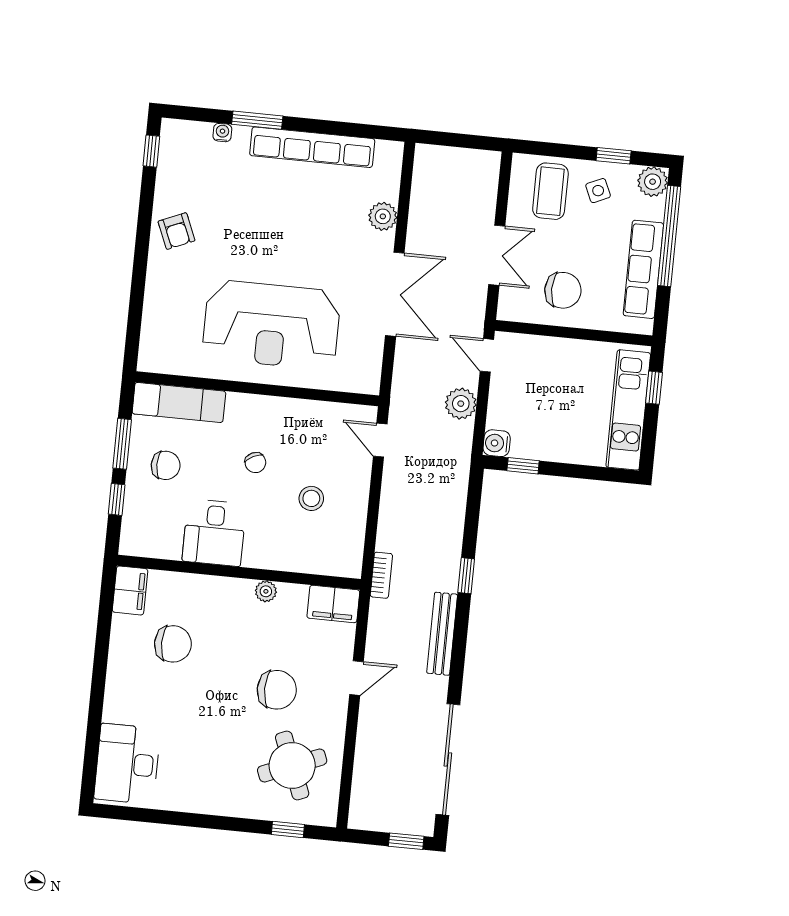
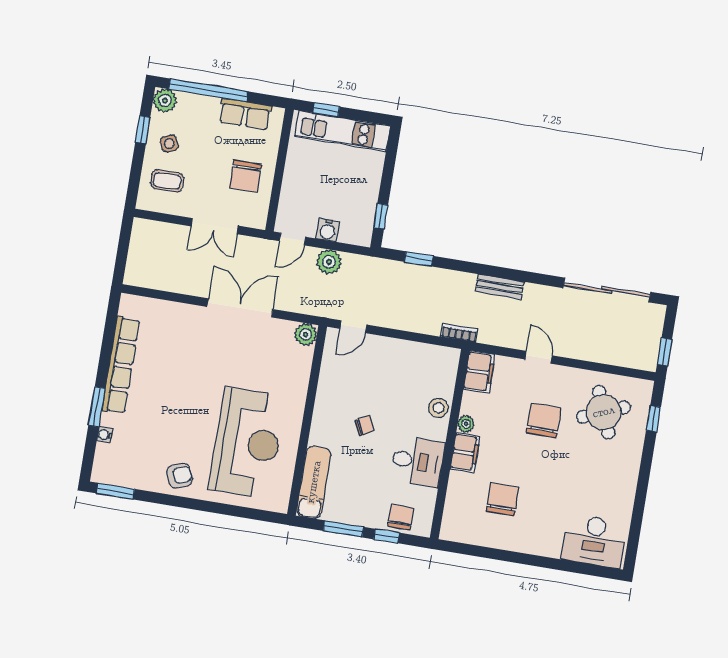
window: (151, 151) -> (116, 491), width x1.50
coffee table: (550, 191) -> (167, 181), width x0.73, depth x0.77
plant: (383, 216) -> (306, 334), moved
double door: (497, 255) -> (215, 226), swing flipped
row of seats: (643, 269) -> (245, 114), width x0.68
chair: (563, 290) -> (245, 176), turned 180
reception desk: (271, 325) -> (247, 443), moved
water cooler: (497, 443) -> (328, 230), moved
chair: (166, 465) -> (401, 517), moved
stool: (311, 498) -> (438, 408), moved
window: (466, 576) -> (419, 259), moved
filing cabinet: (130, 590) -> (465, 453), moved, turned 90
bench: (442, 634) -> (500, 287), width x0.73
window: (406, 841) -> (665, 352), moved

